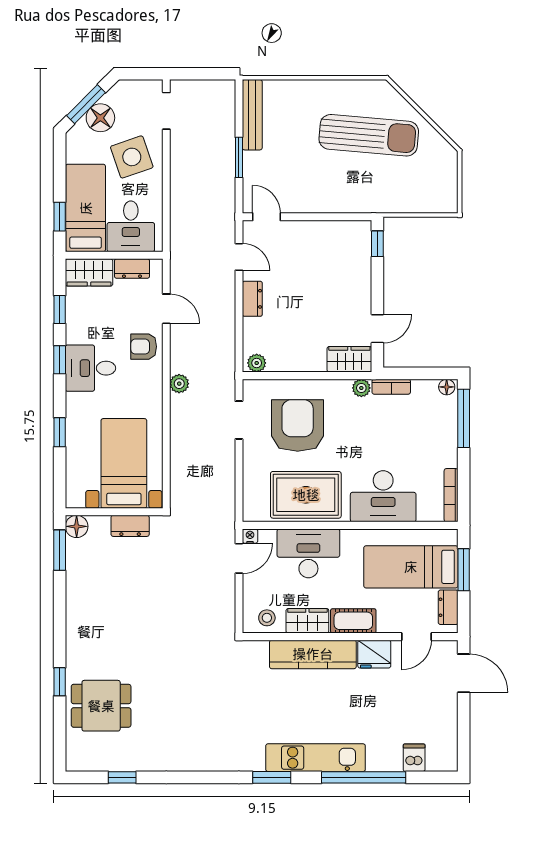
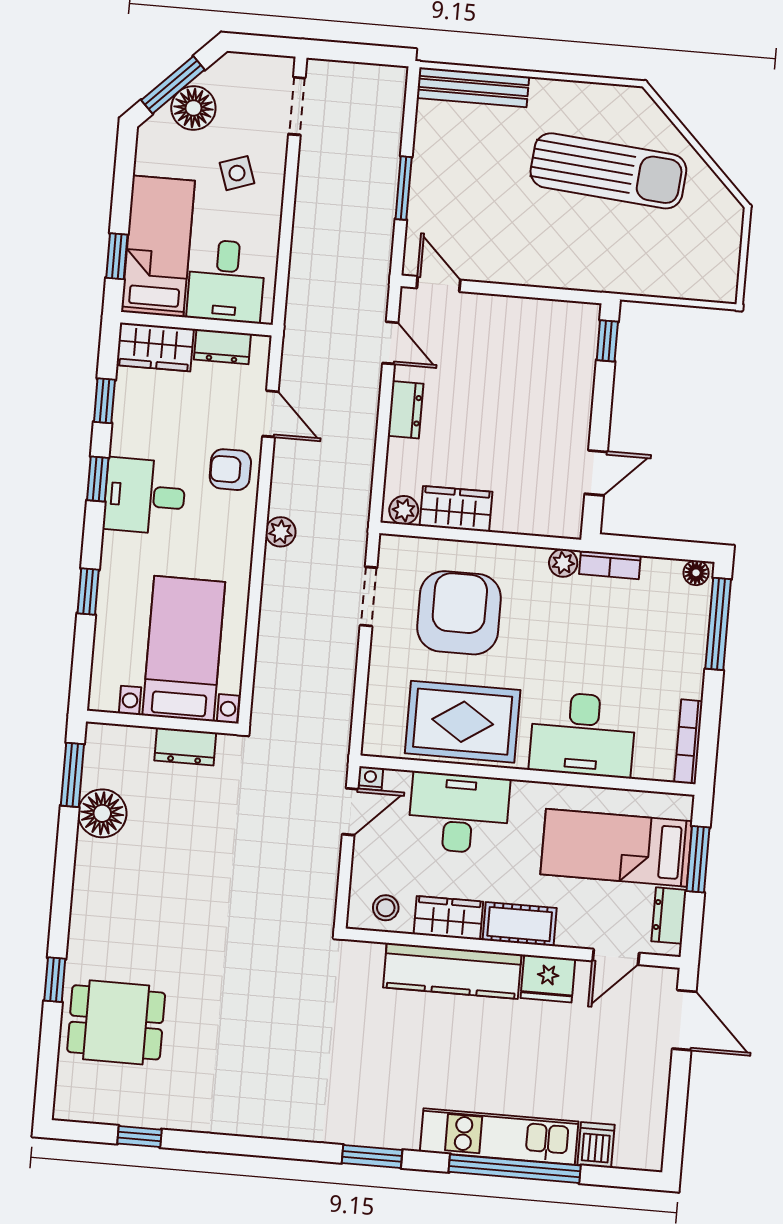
bench: (252, 115) -> (473, 87), moved, turned 90
side table: (132, 157) -> (237, 173), width x0.54, depth x0.54
wardrobe: (349, 359) -> (456, 509), moved
floor lamp: (77, 526) -> (102, 813), moved, width x1.38, depth x1.38
kitchen unit: (316, 758) -> (499, 1137), moved

